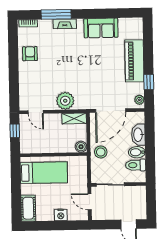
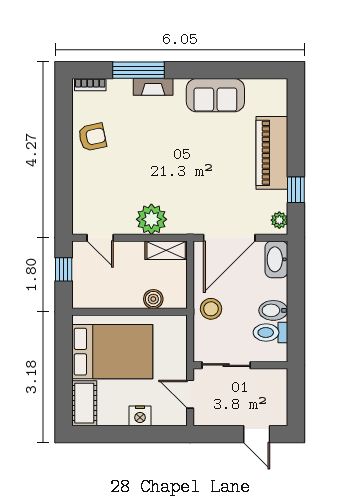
armchair: (30, 54) -> (92, 137), turned 78
washbasin: (138, 135) -> (276, 259), moved
boiler: (81, 147) -> (153, 299), moved
bed: (44, 173) -> (112, 352), width x1.50

